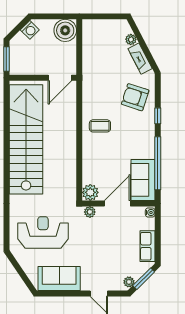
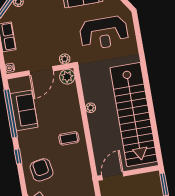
armchair: (135, 97) -> (42, 170), turned -118
plant: (71, 155) -> (91, 108), added
sofa: (143, 180) -> (24, 110), moved

